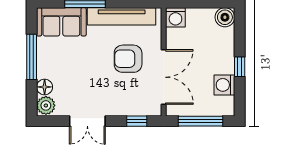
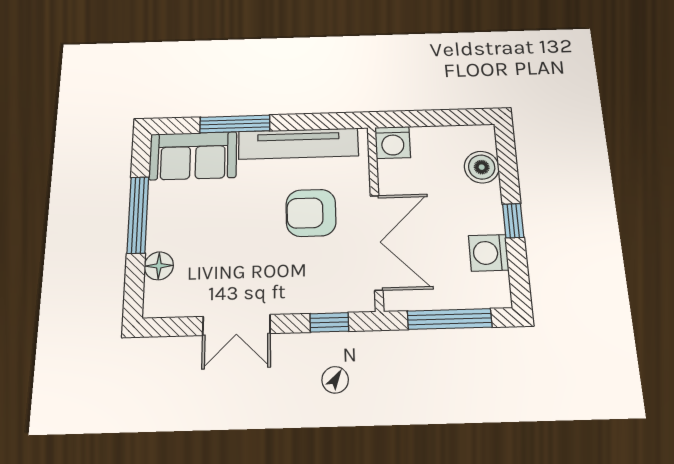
boiler: (225, 17) -> (482, 167), moved
plant: (46, 105) -> (160, 299), removed

